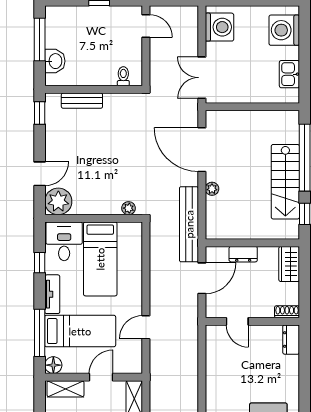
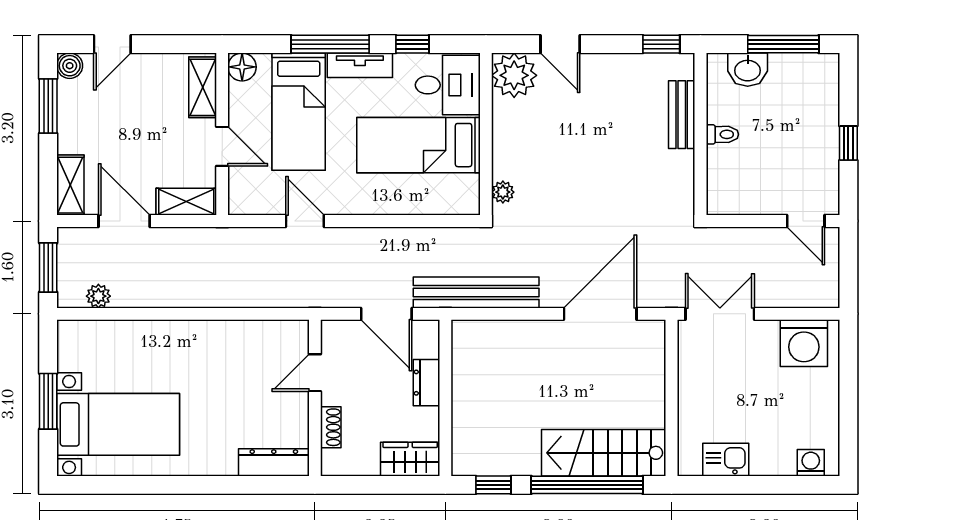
door: (146, 26) -> (806, 221), hinge flipped
washing machine: (284, 30) -> (811, 463), width x0.53, depth x0.53
toilet: (123, 76) -> (722, 134), moved
stairs: (285, 182) -> (604, 453), moved
plant: (212, 189) -> (535, 331), removed
shoe rack: (287, 312) -> (331, 427), moved
window: (40, 333) -> (330, 44), moved
dresser: (291, 340) -> (274, 462), width x1.44

